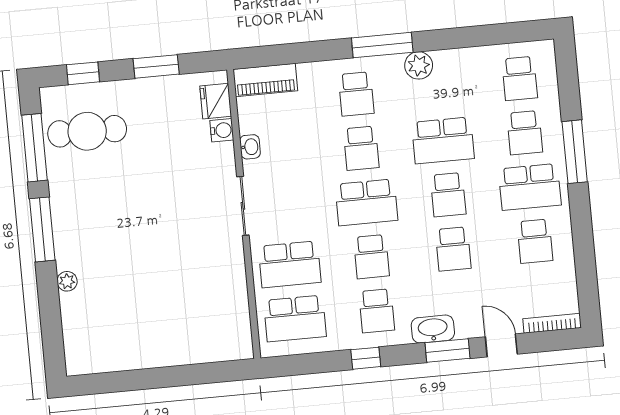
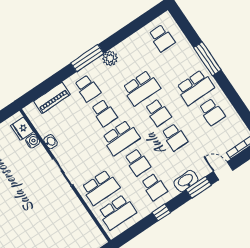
piano: (265, 80) -> (52, 98), moved
school desk: (525, 133) -> (178, 63), removed

